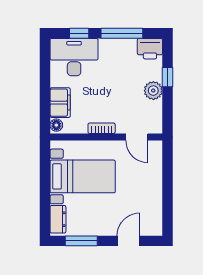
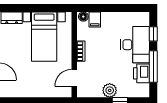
printer: (150, 49) -> (142, 73), moved
desk: (74, 57) -> (135, 45), moved
filing cabinet: (60, 103) -> (95, 19), width x0.50

